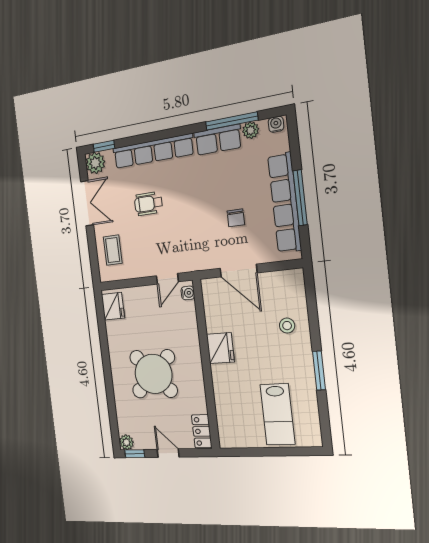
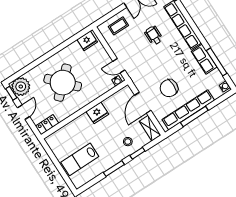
plant: (251, 130) -> (216, 74), removed
chair: (236, 218) -> (169, 88), width x1.87, depth x1.87
shelving: (283, 279) -> (150, 128), added
window: (313, 320) -> (137, 153), added
plant: (126, 442) -> (21, 87), width x1.88, depth x1.88

